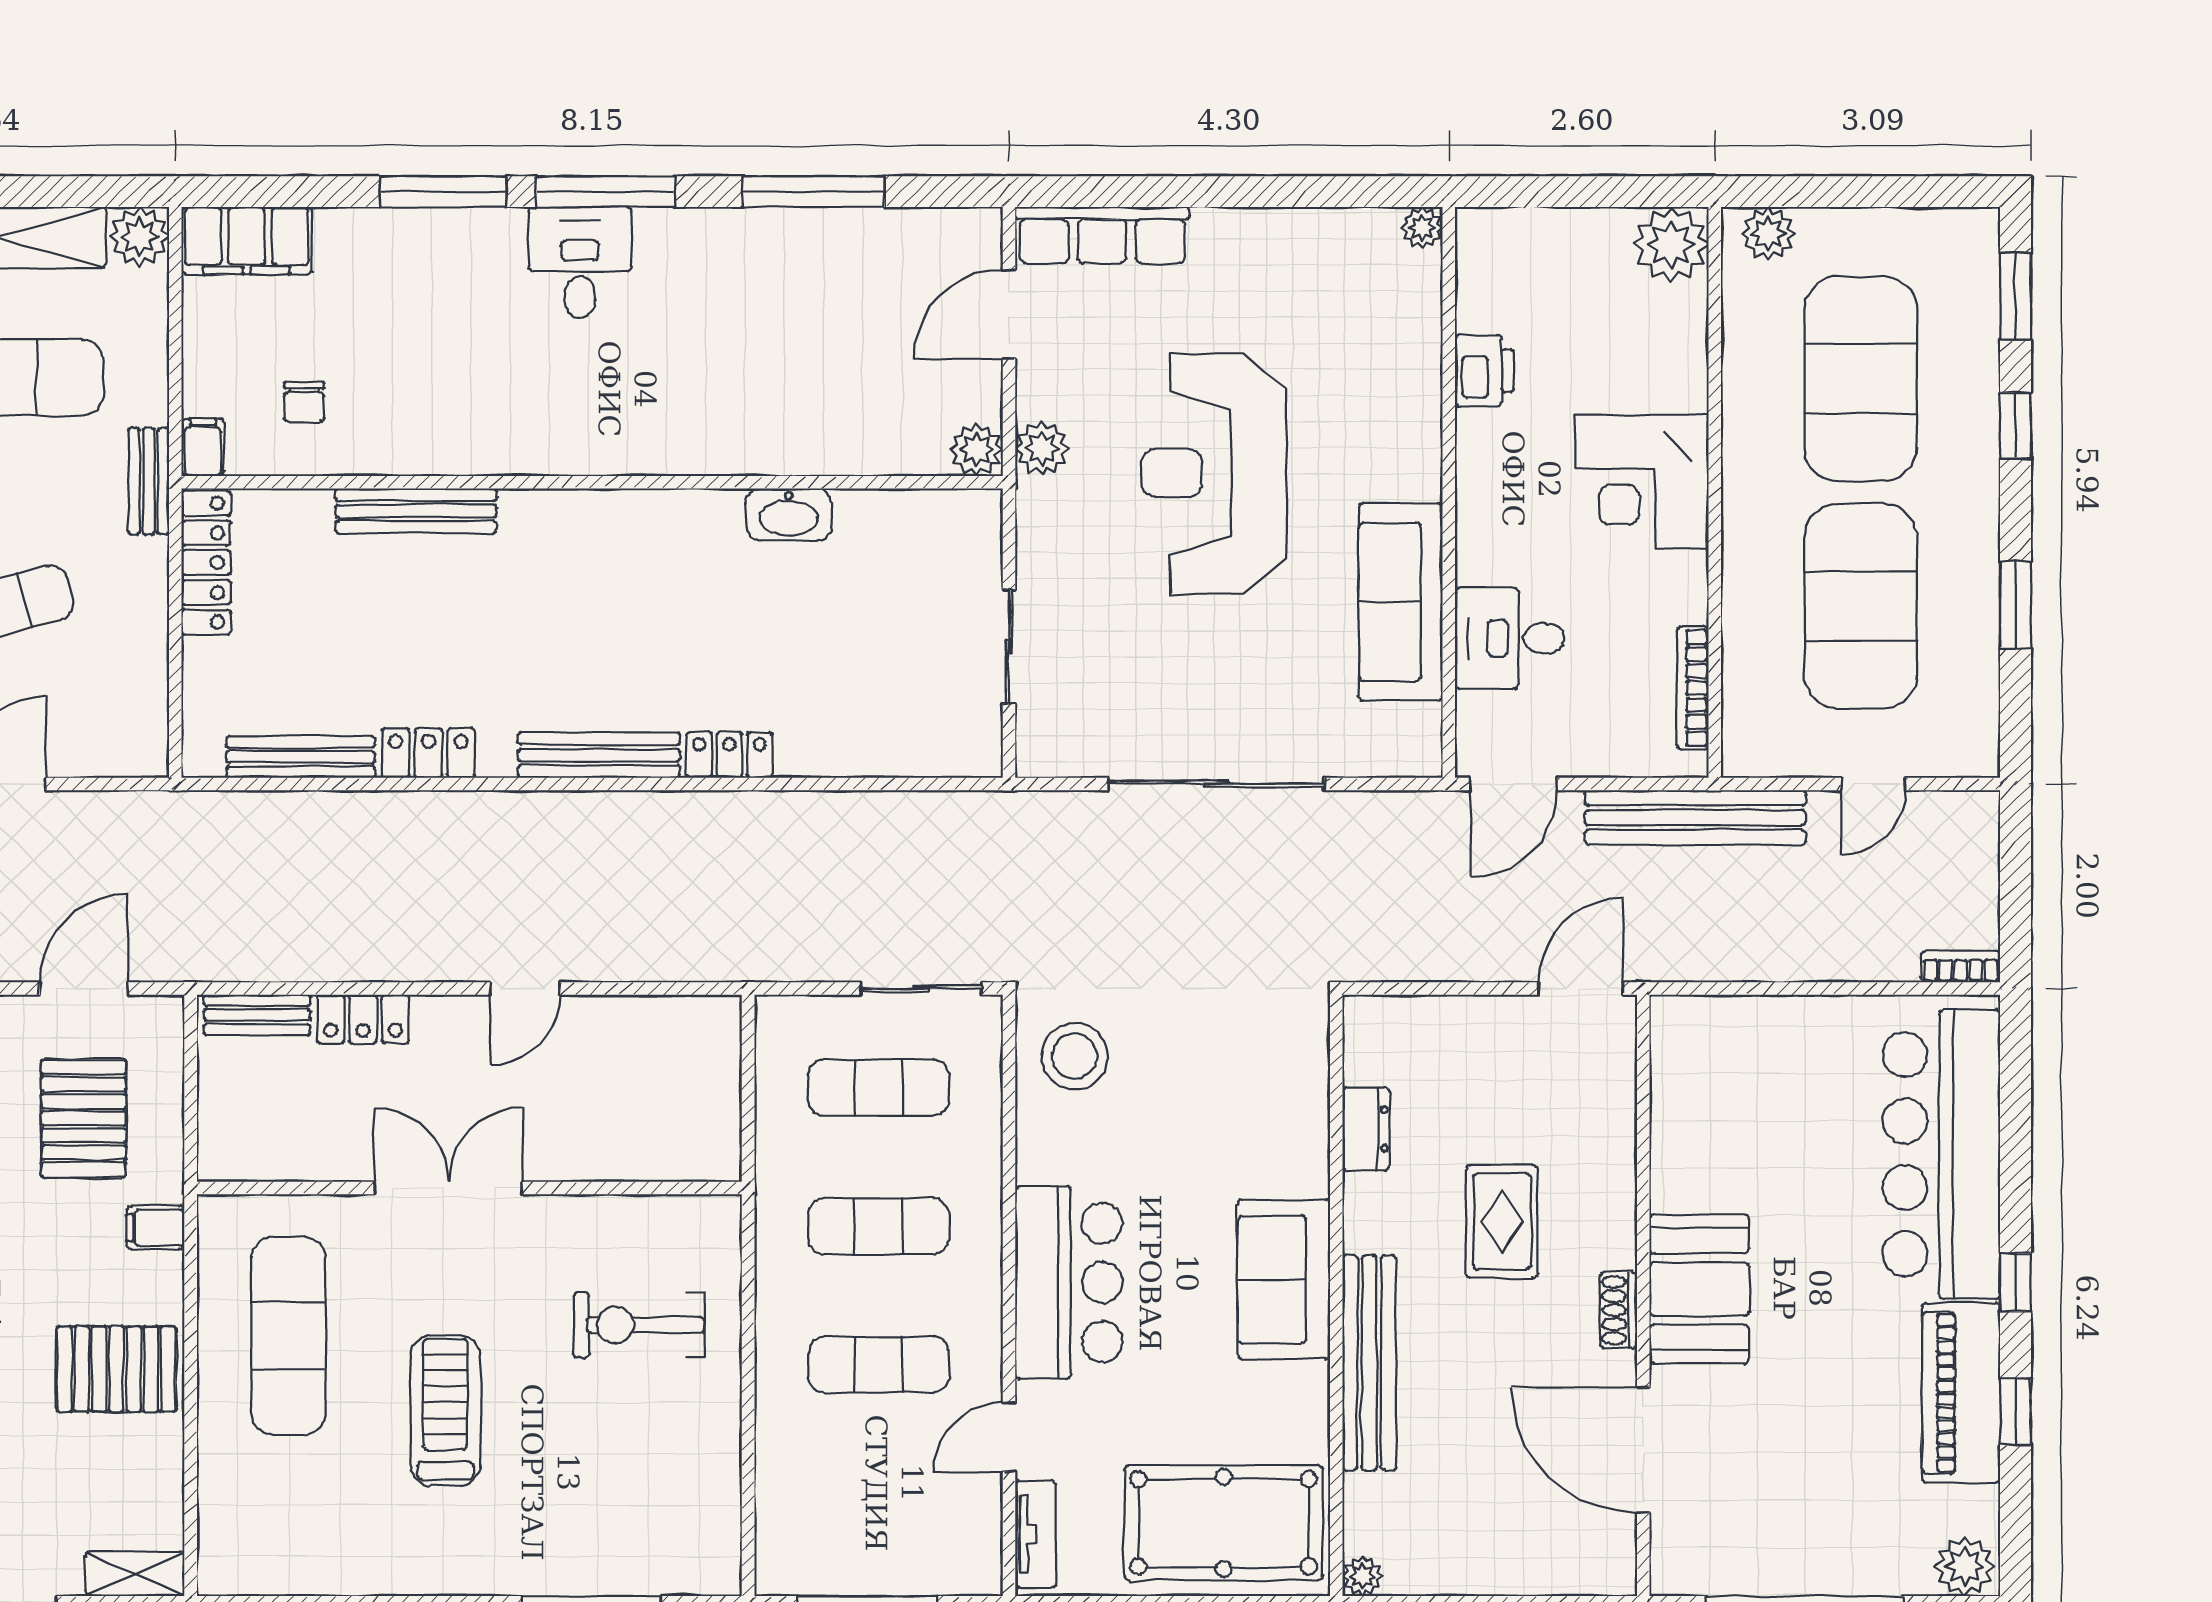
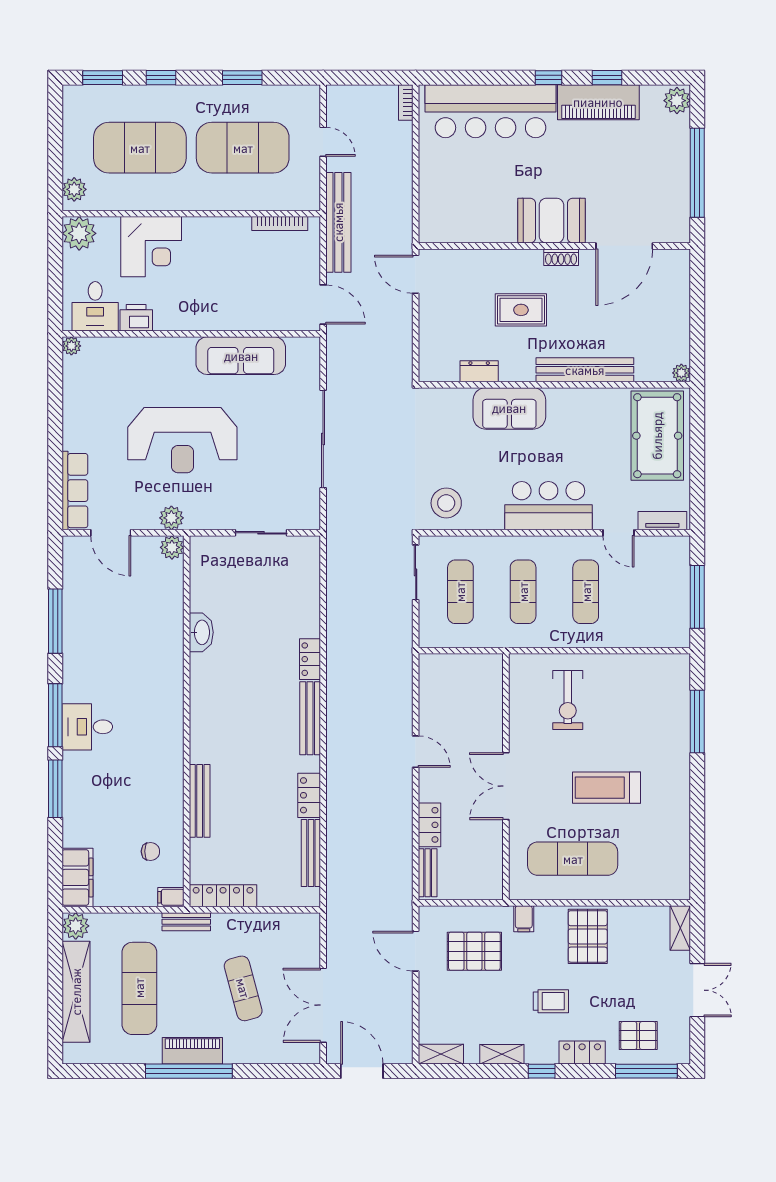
corner desk: (1642, 482) -> (151, 247), moved
desk: (1510, 638) -> (95, 306), moved
sofa: (1284, 1280) -> (509, 408), moved

